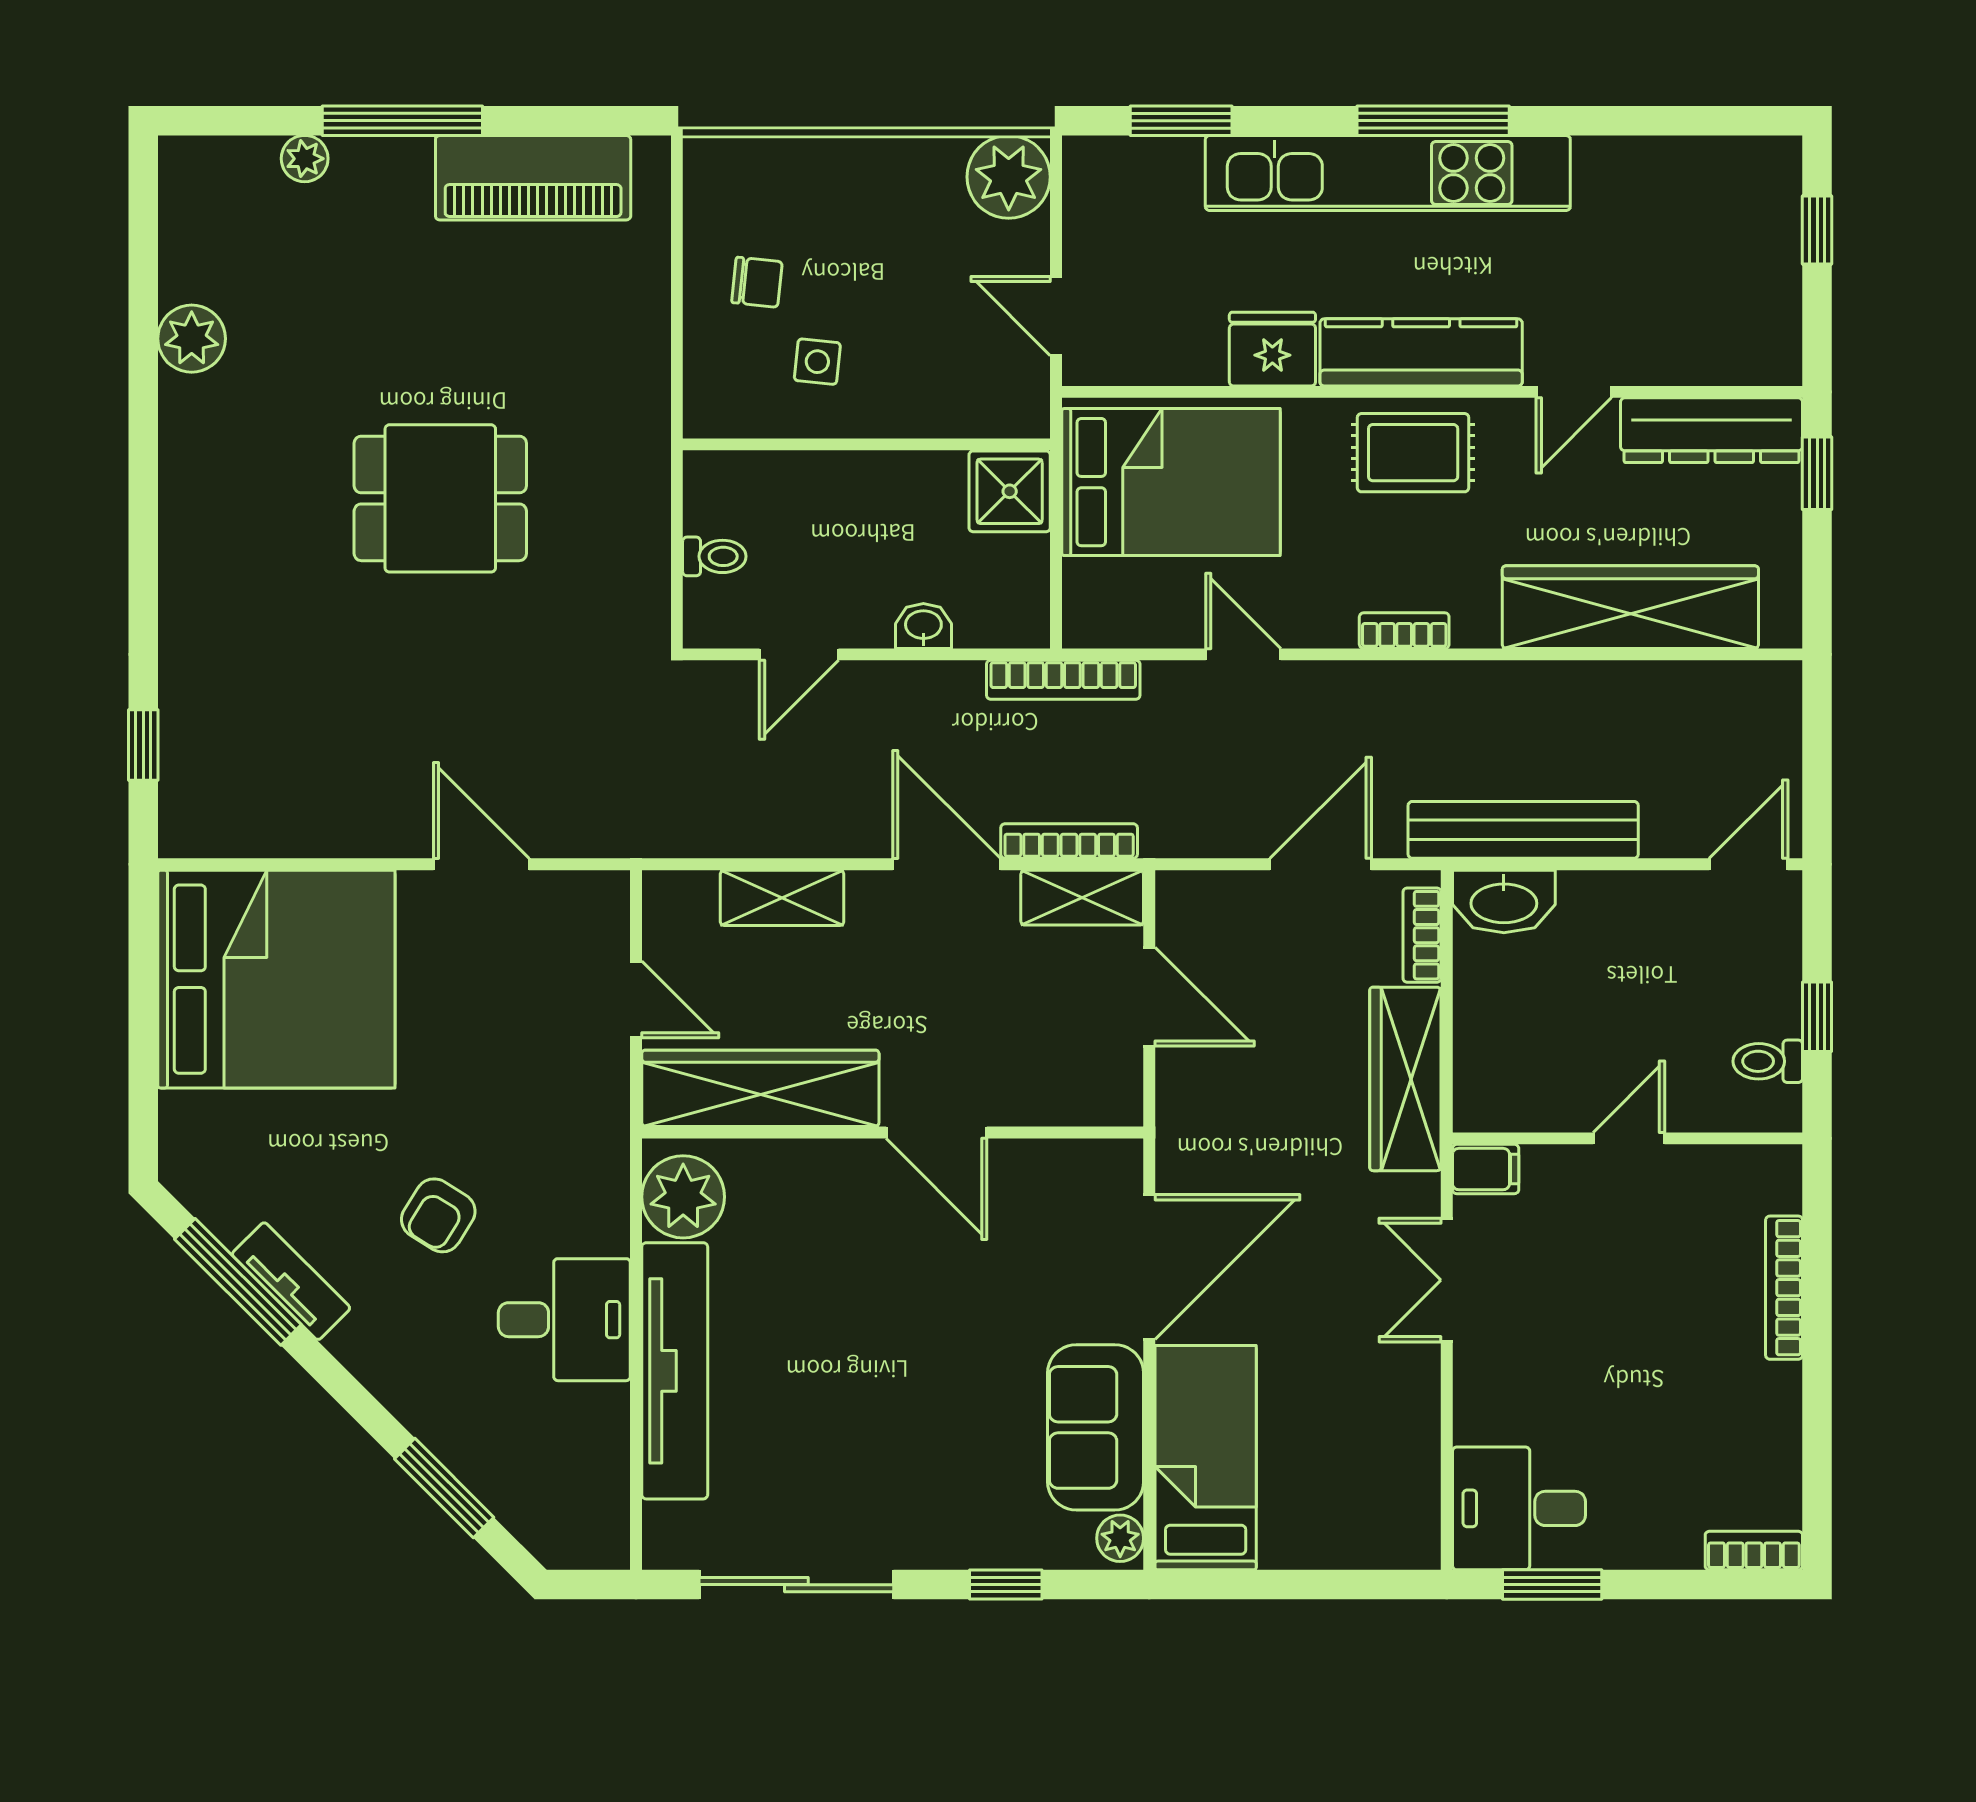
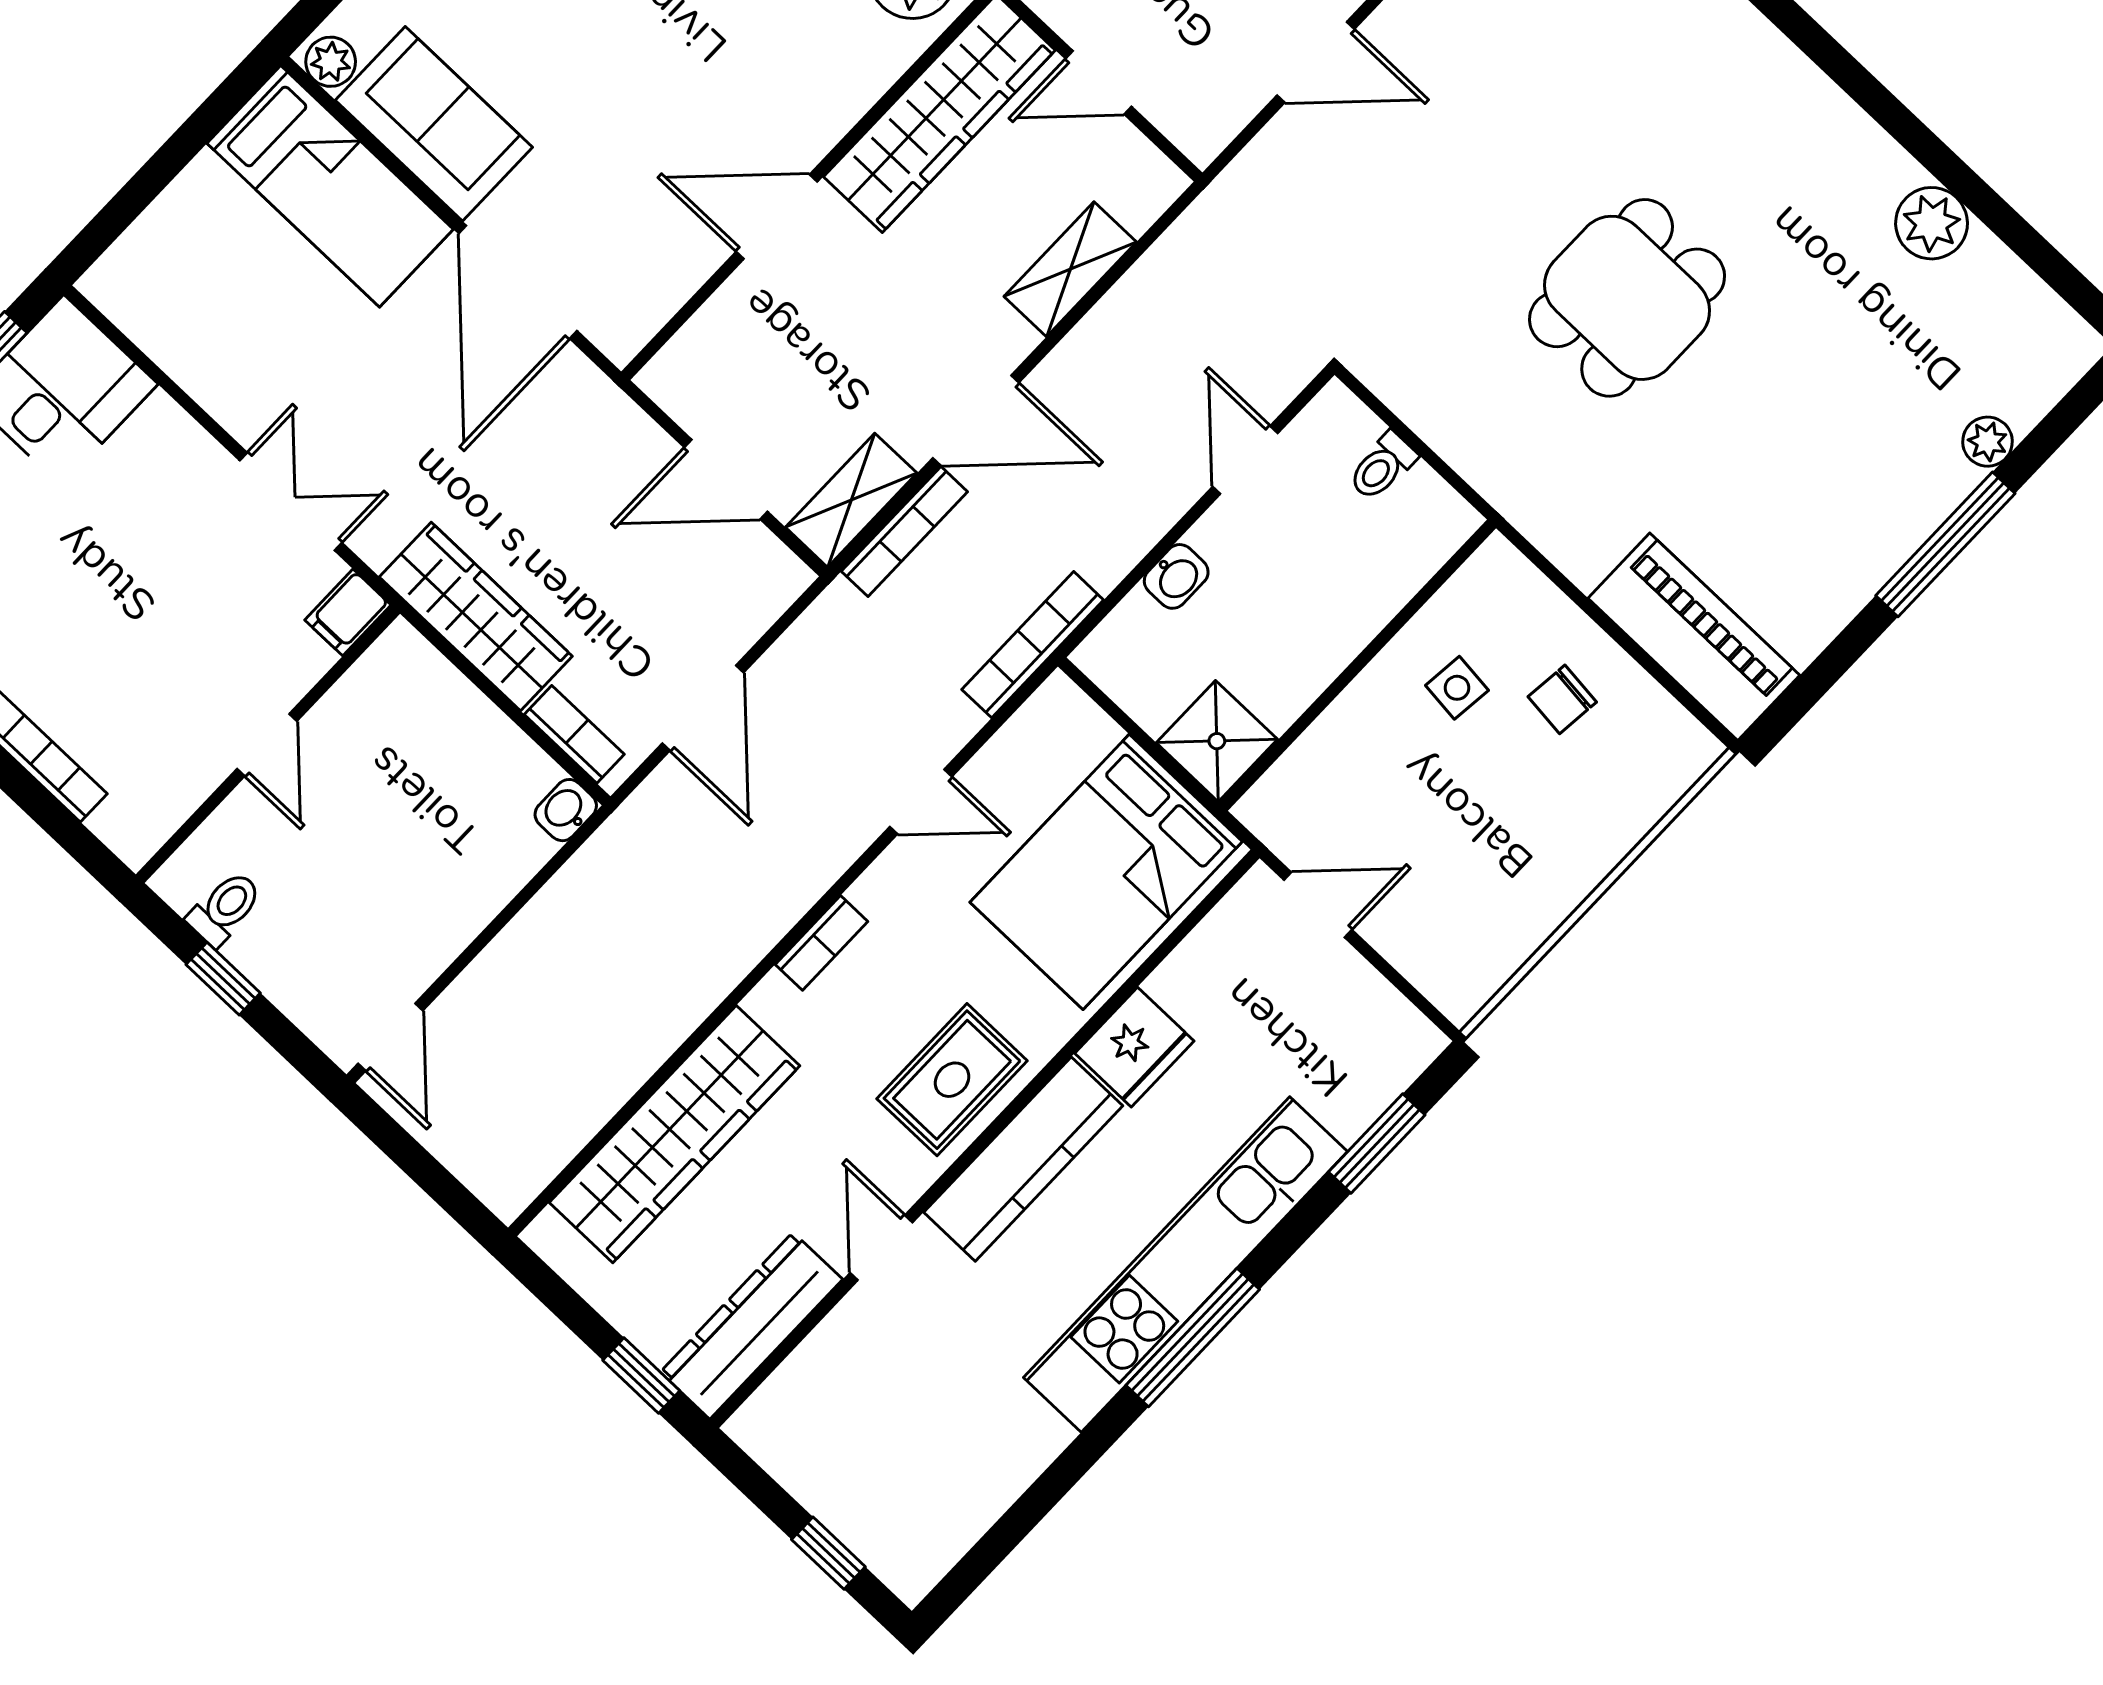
plant: (1009, 177) -> (1460, 970), removed
piano: (533, 178) -> (1694, 637), moved, turned 90
bench: (1523, 830) -> (581, 889), removed
washbasin: (1504, 901) -> (566, 810), width x0.52, depth x0.69

